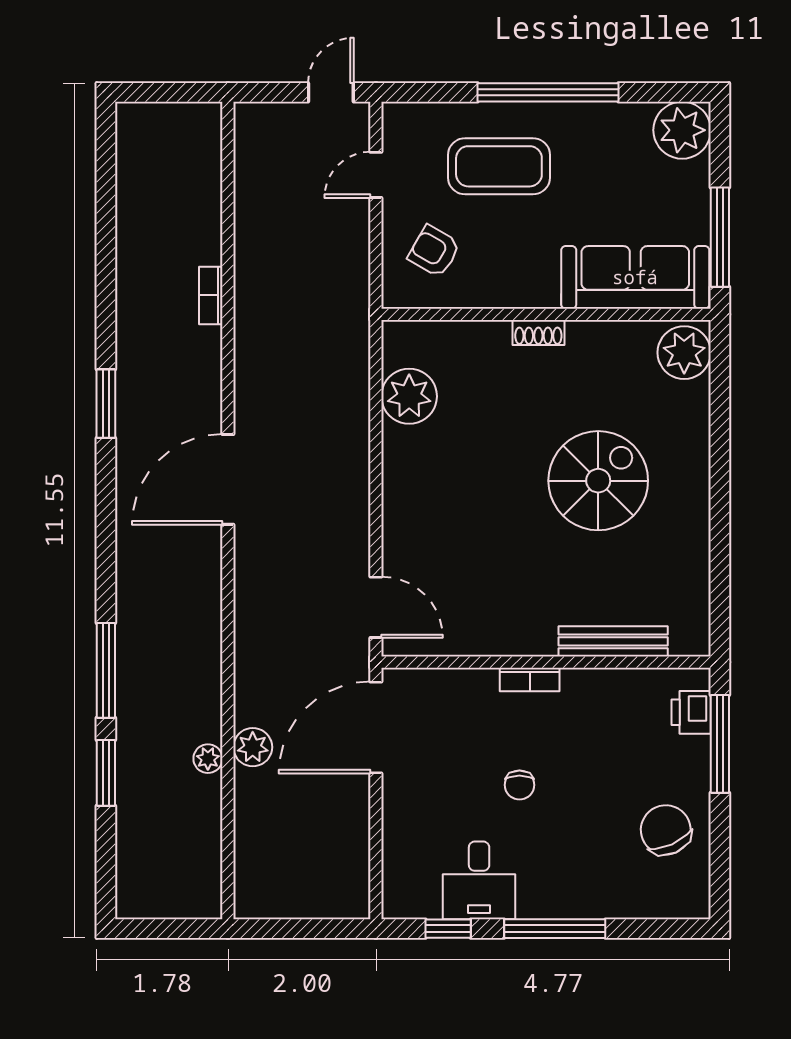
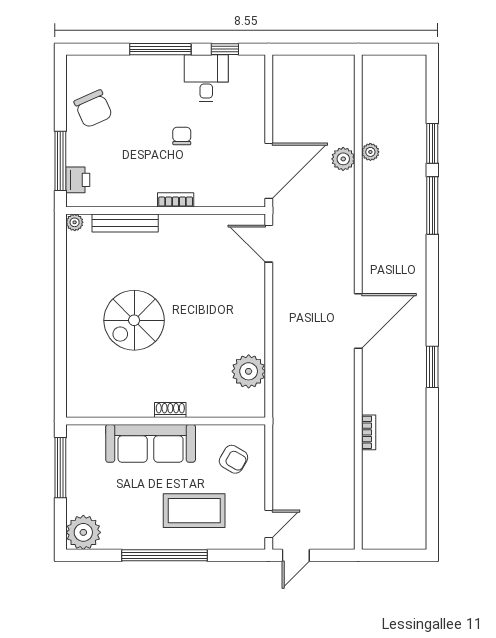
door: (376, 175) -> (269, 524), moved
sofa: (635, 277) -> (151, 443), moved
plant: (684, 353) -> (75, 222), moved, width x0.53, depth x0.53

